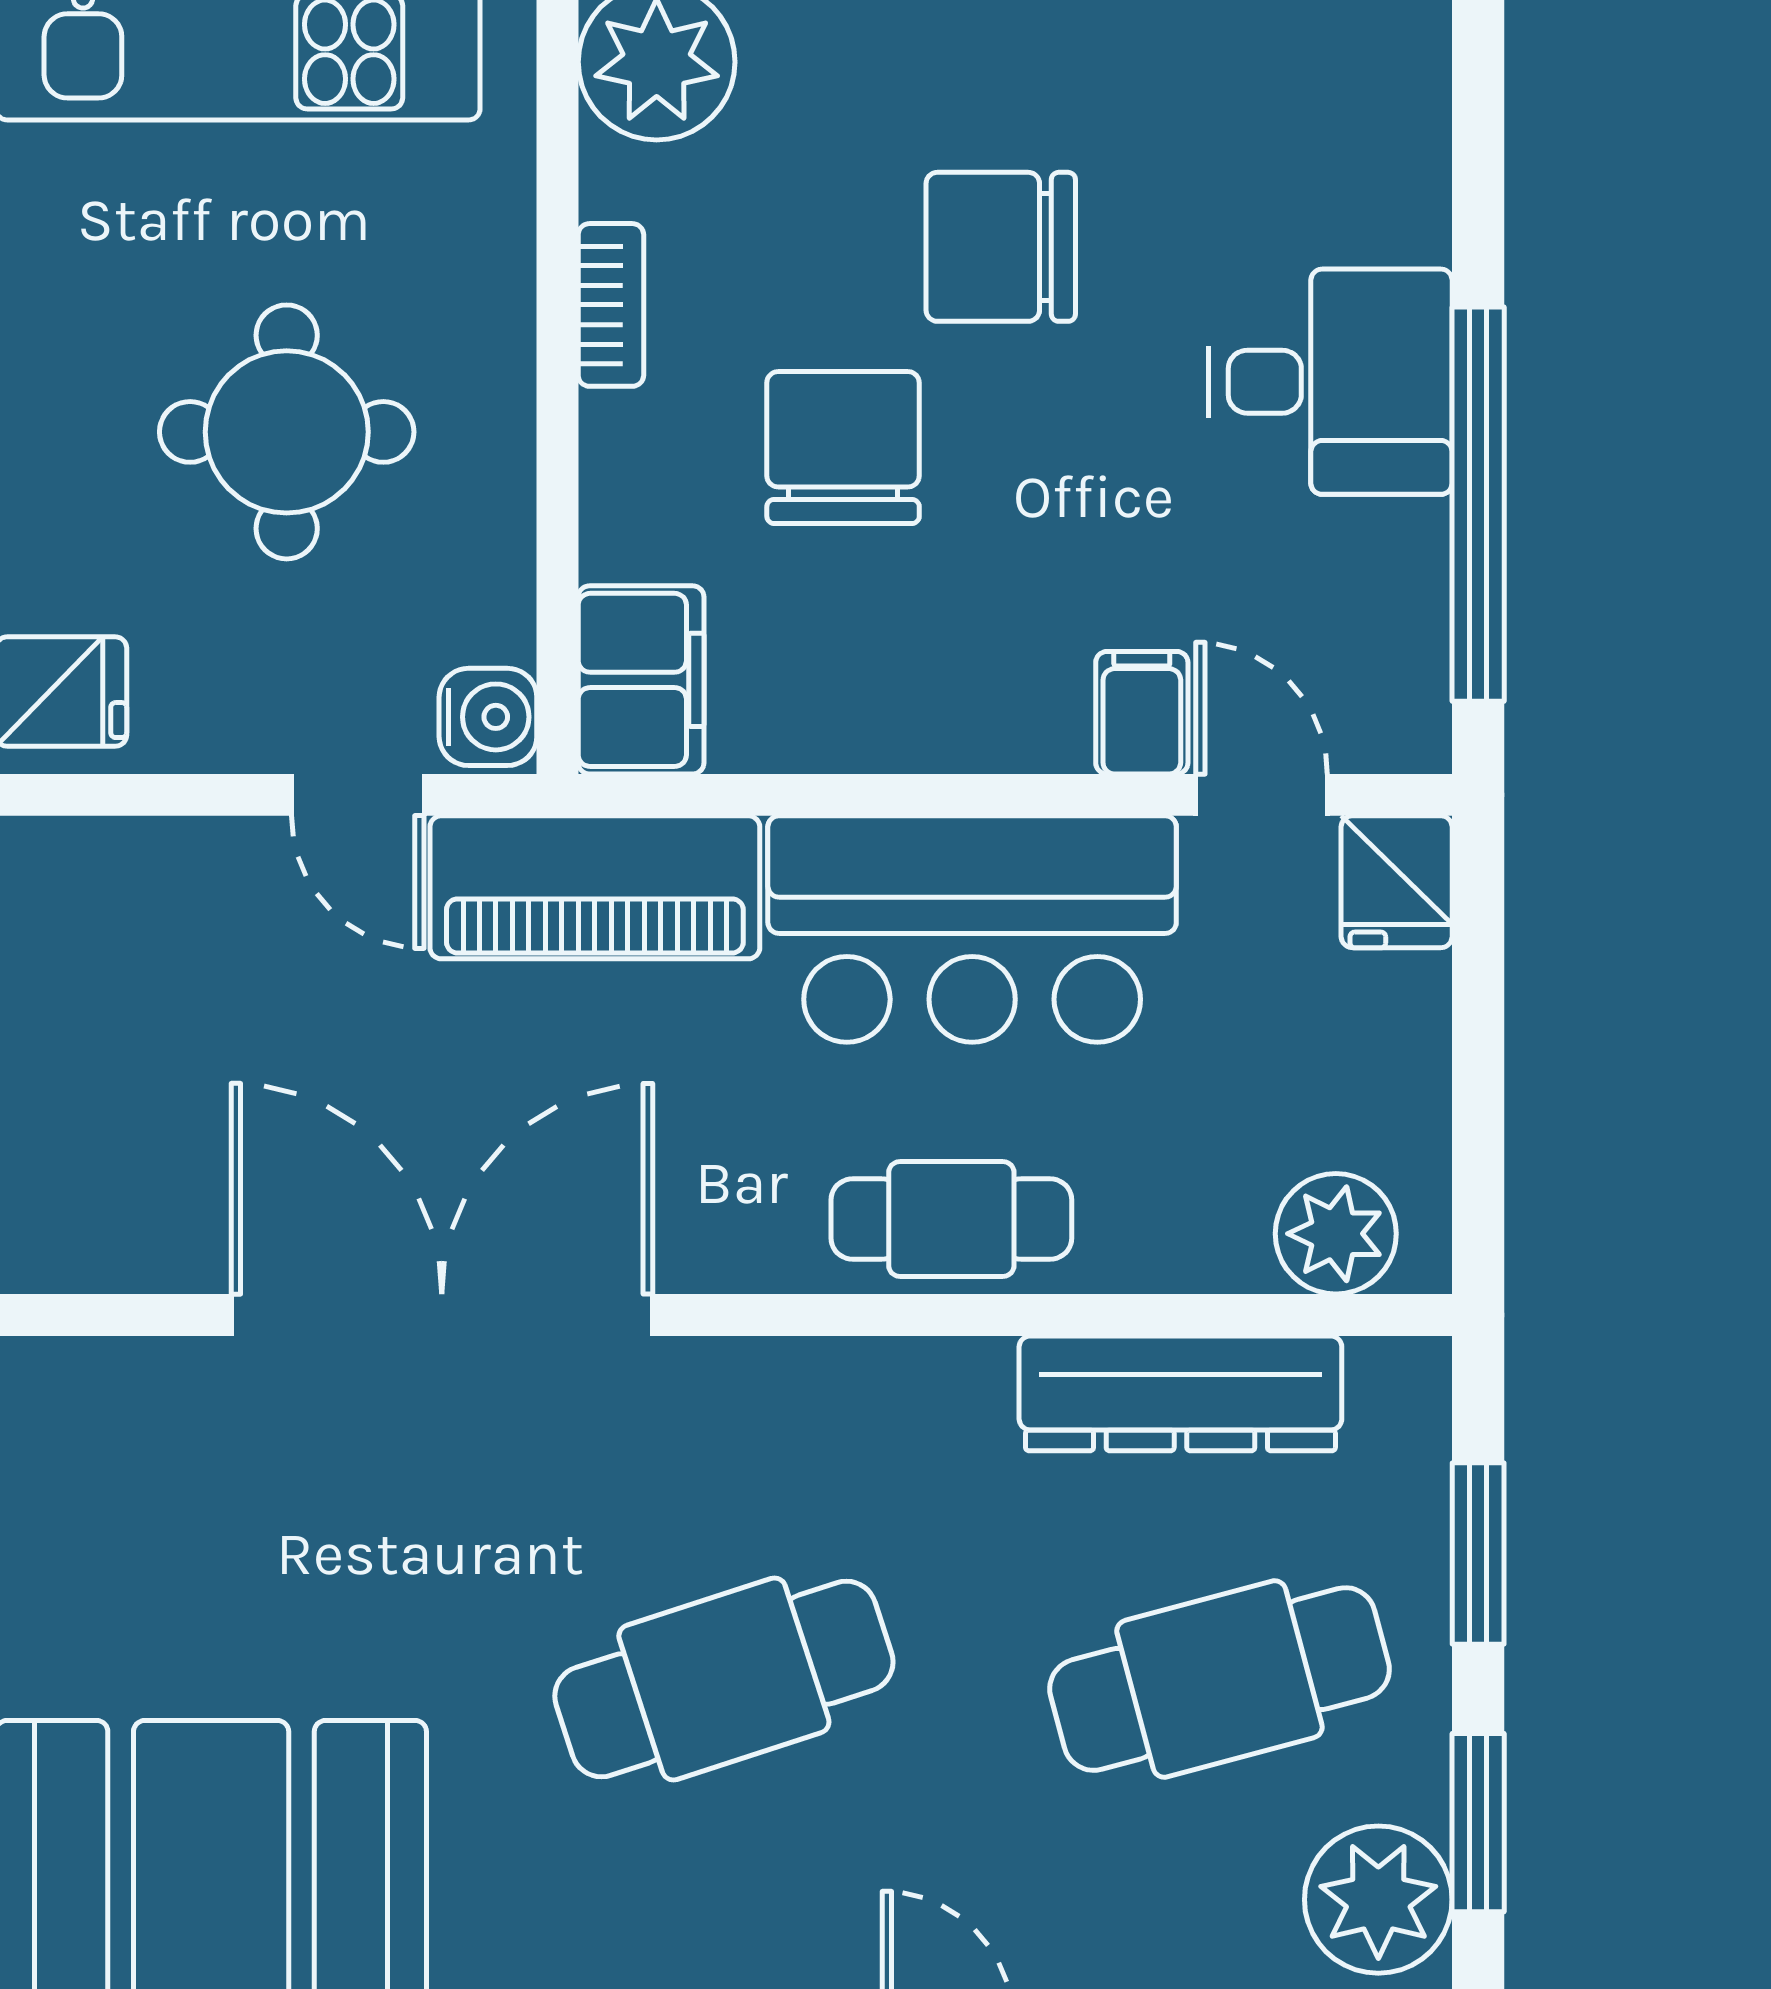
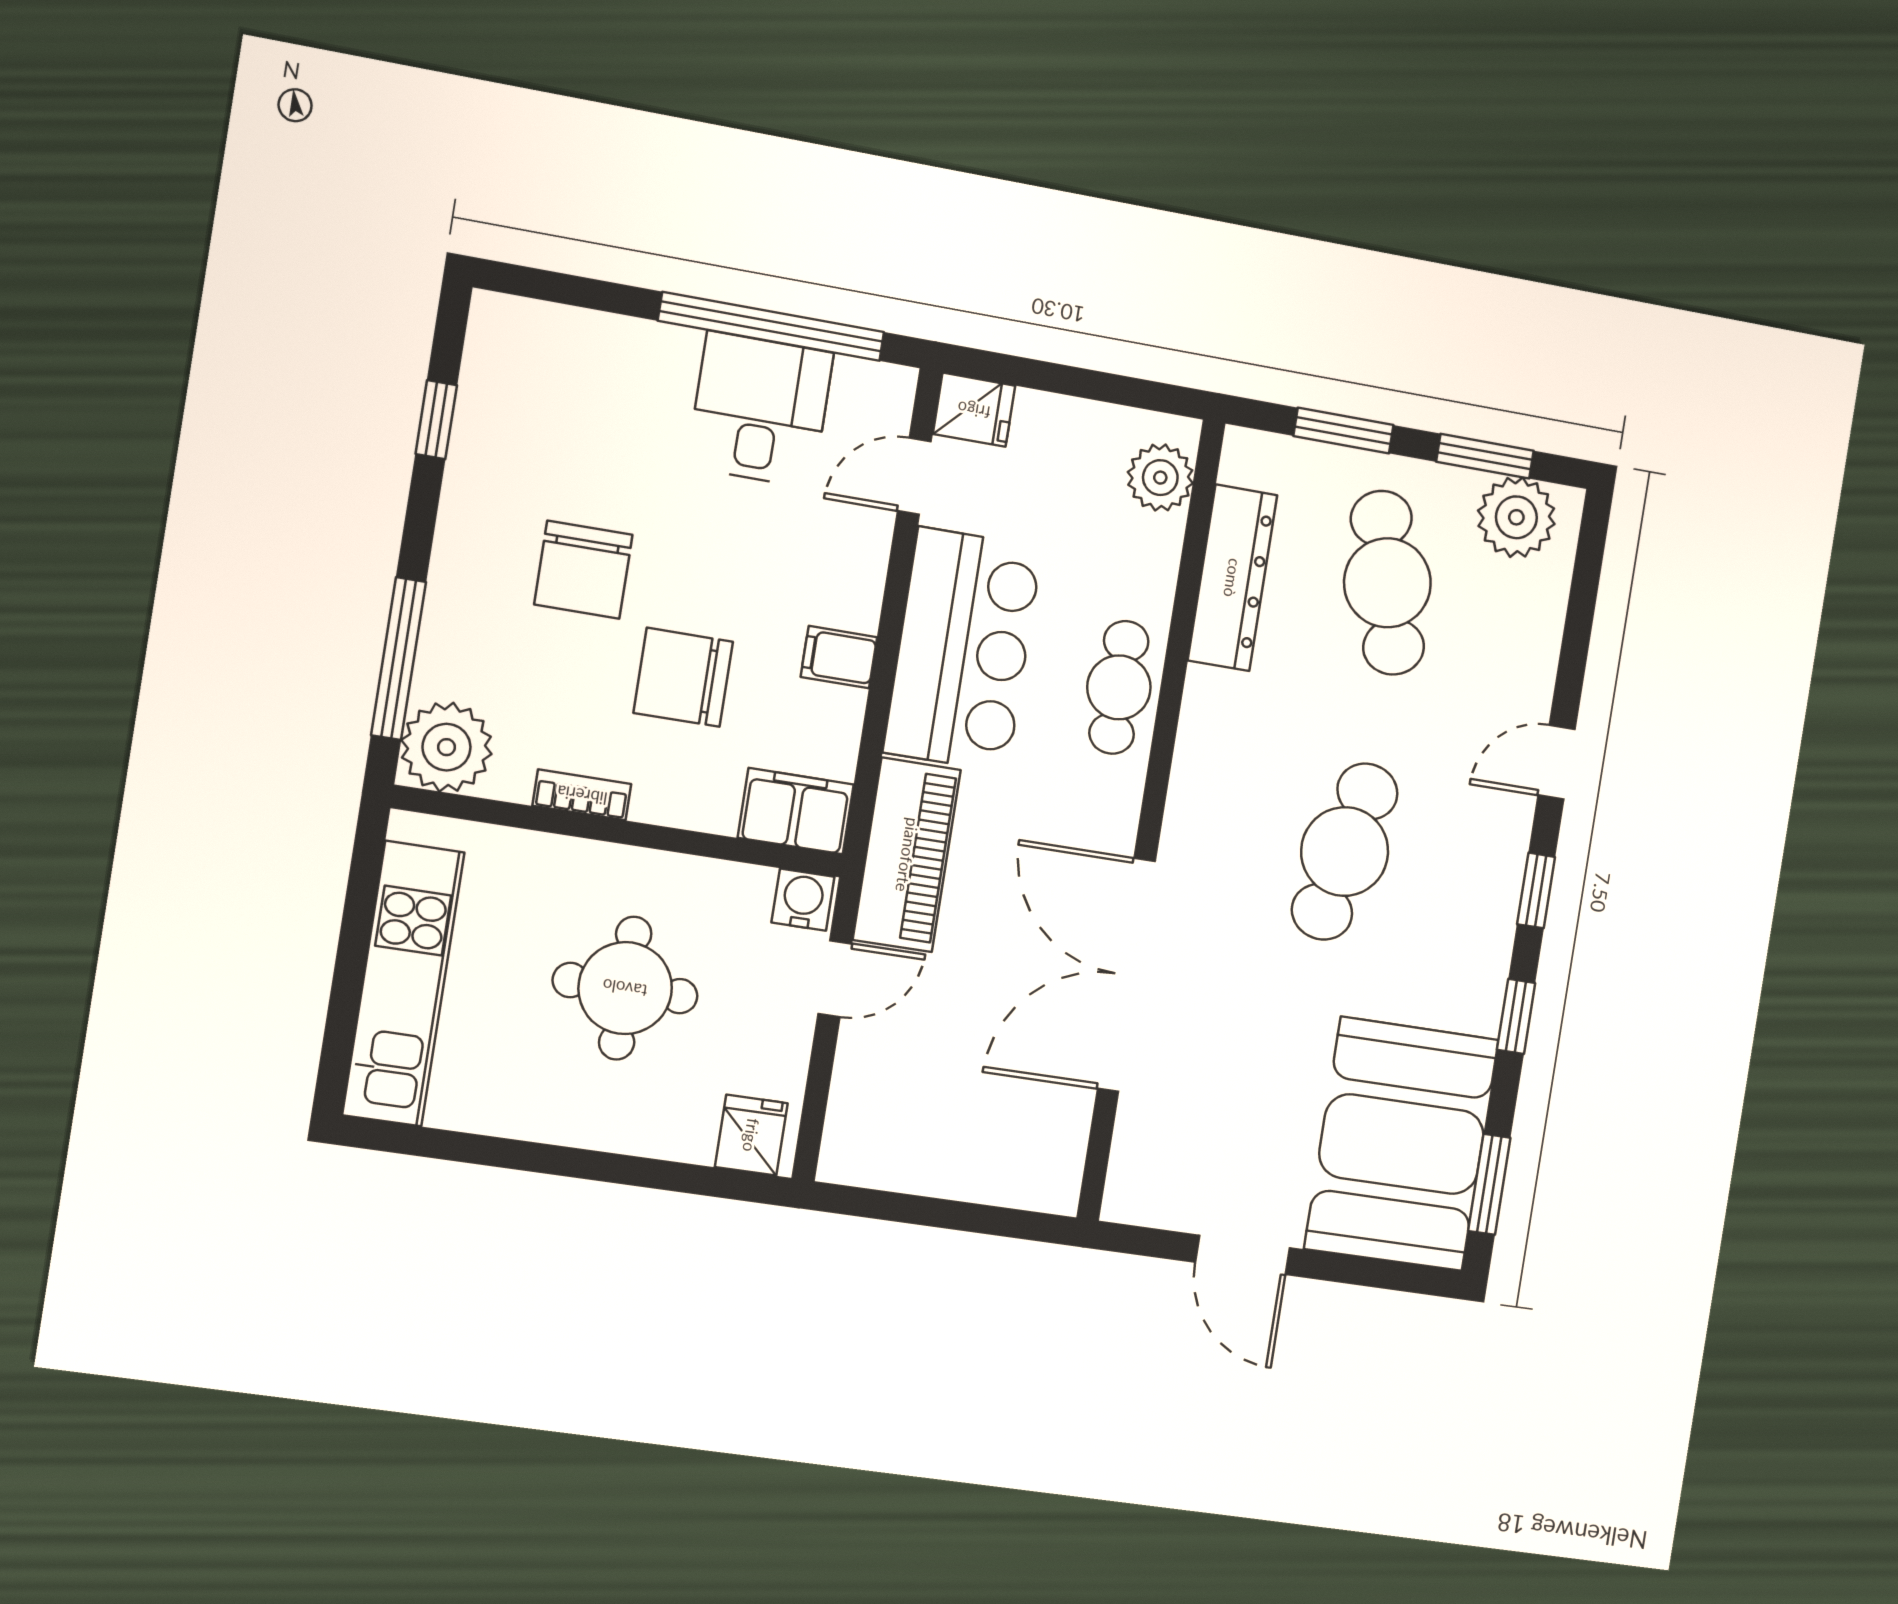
desk: (1330, 382) -> (760, 410), moved
filing cabinet: (1142, 713) -> (839, 657), moved
cafe table: (724, 1679) -> (1345, 852), turned 30

